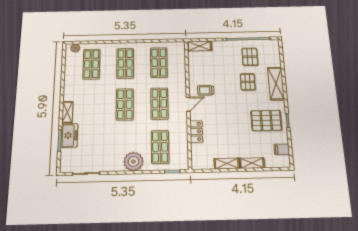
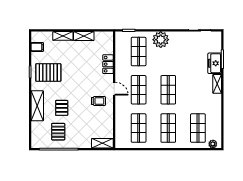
door: (188, 104) -> (114, 89), swing flipped

